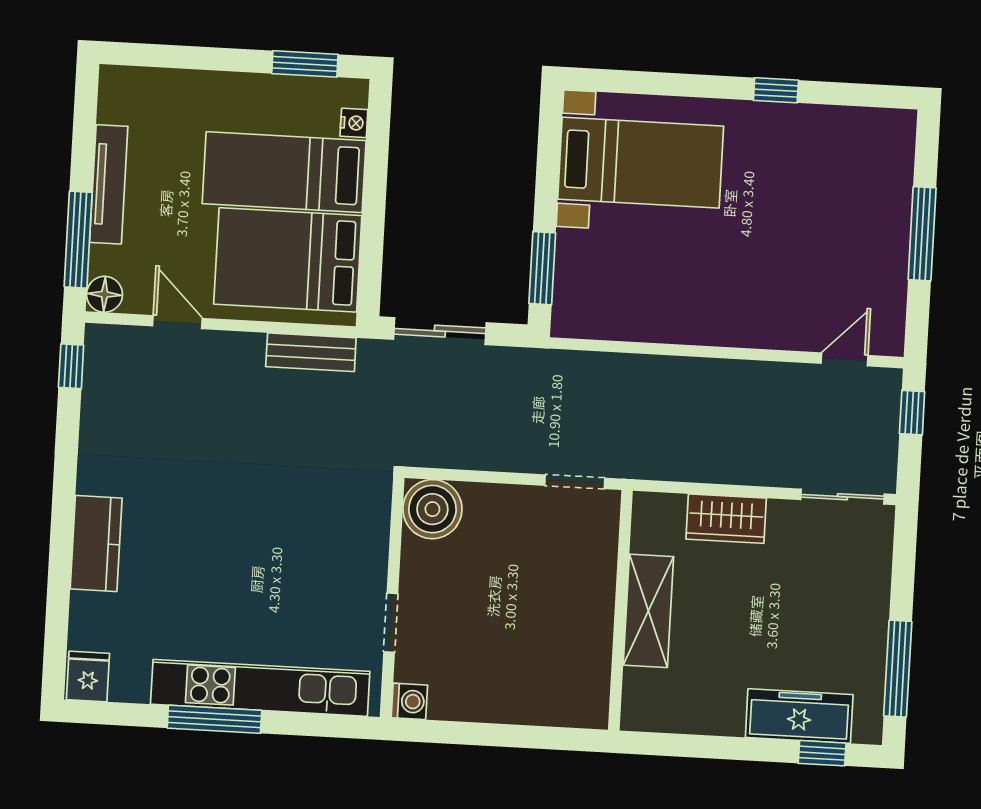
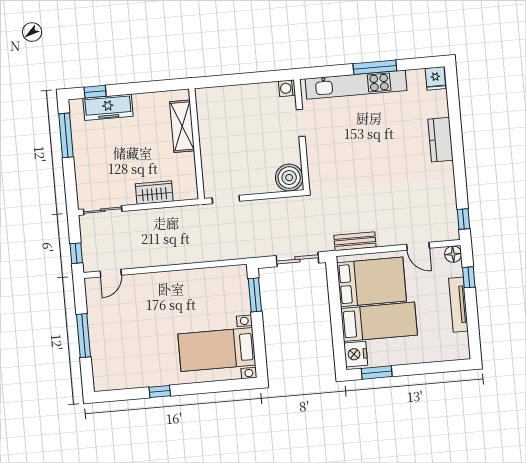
nightstand: (354, 123) -> (356, 354), width x1.89, depth x1.79
window: (78, 240) -> (469, 277), width x0.46
shelving: (648, 611) -> (182, 126), moved

